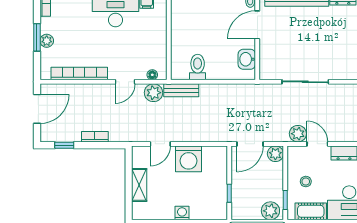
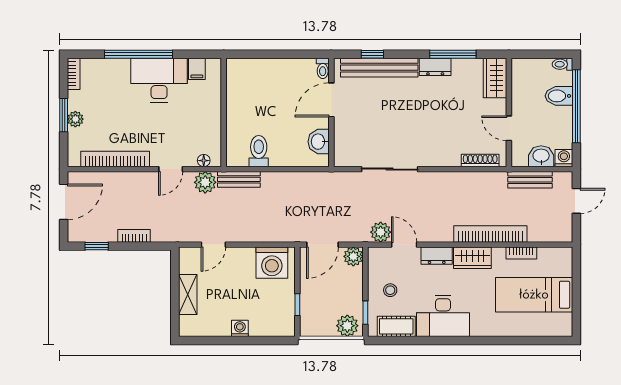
washing machine: (188, 159) -> (272, 263), moved

